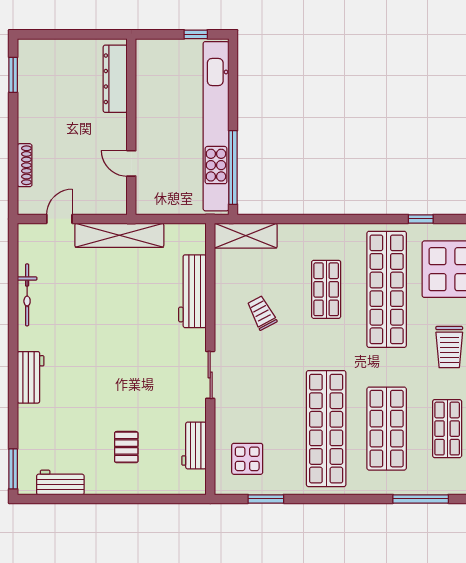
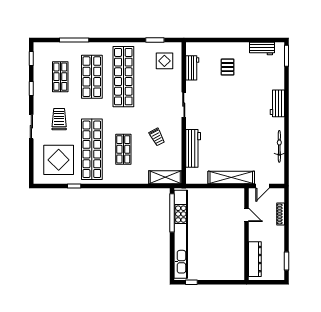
dresser: (115, 79) -> (255, 259), moved
wall: (131, 127) -> (247, 234), moved
door: (131, 163) -> (247, 215), moved

